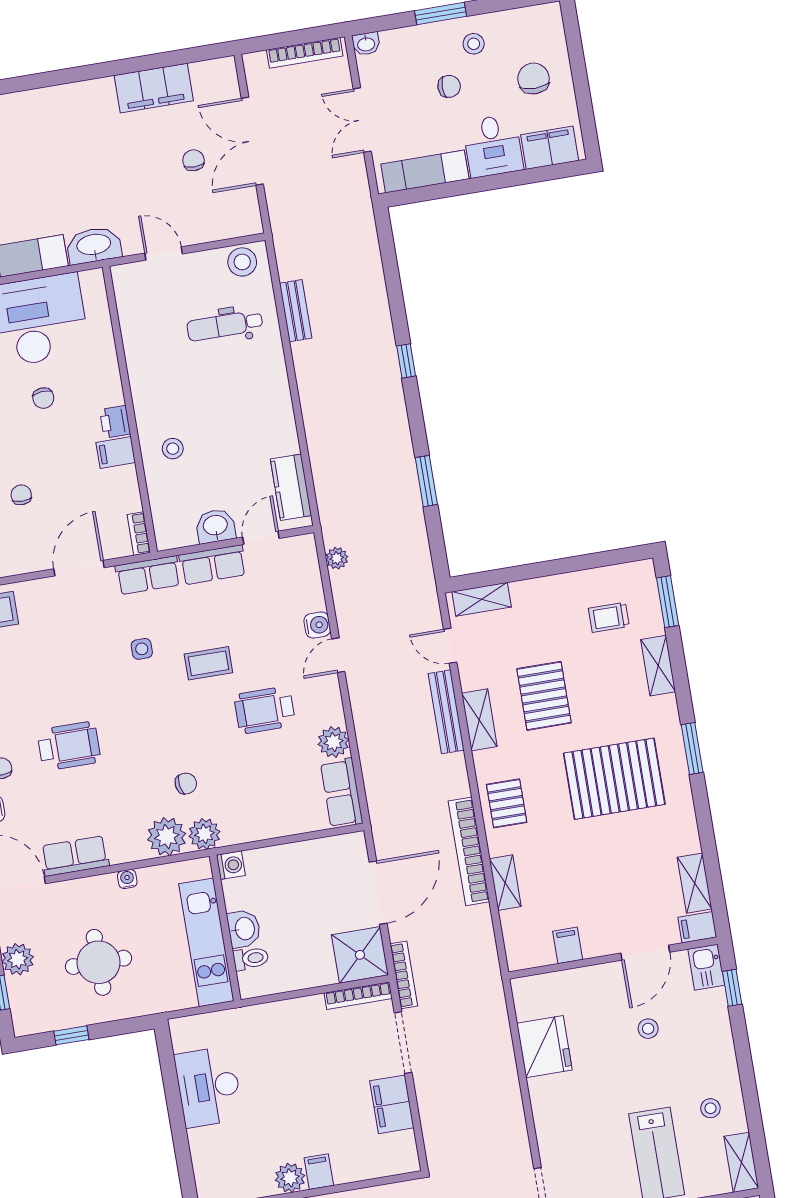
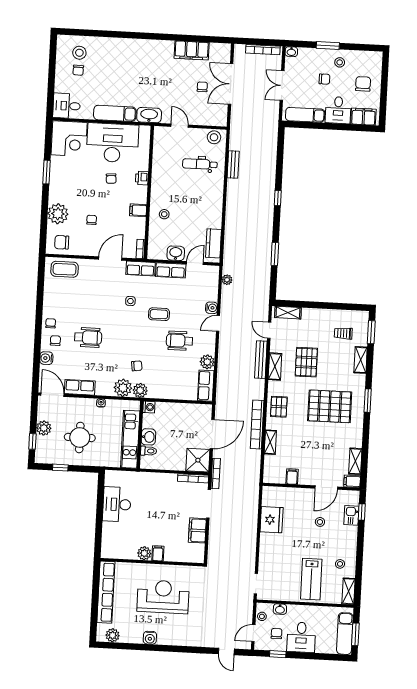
printer: (115, 422) -> (142, 178), moved
kitchen sink: (706, 967) -> (351, 515), moved

